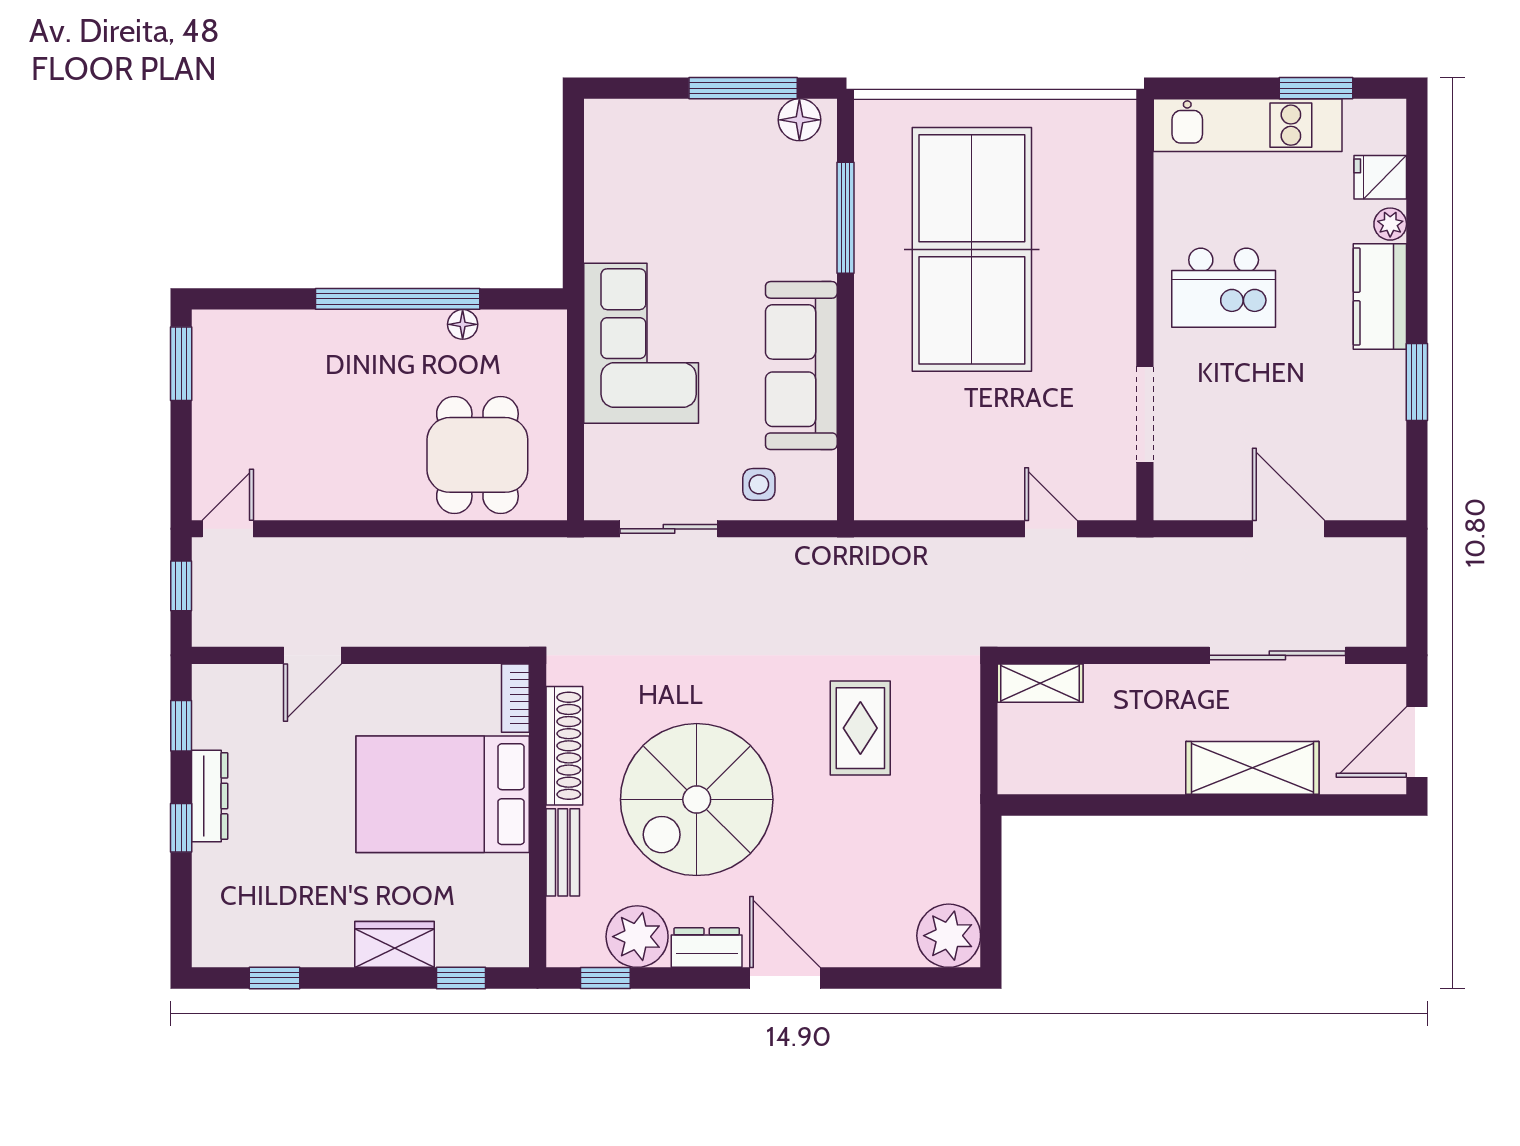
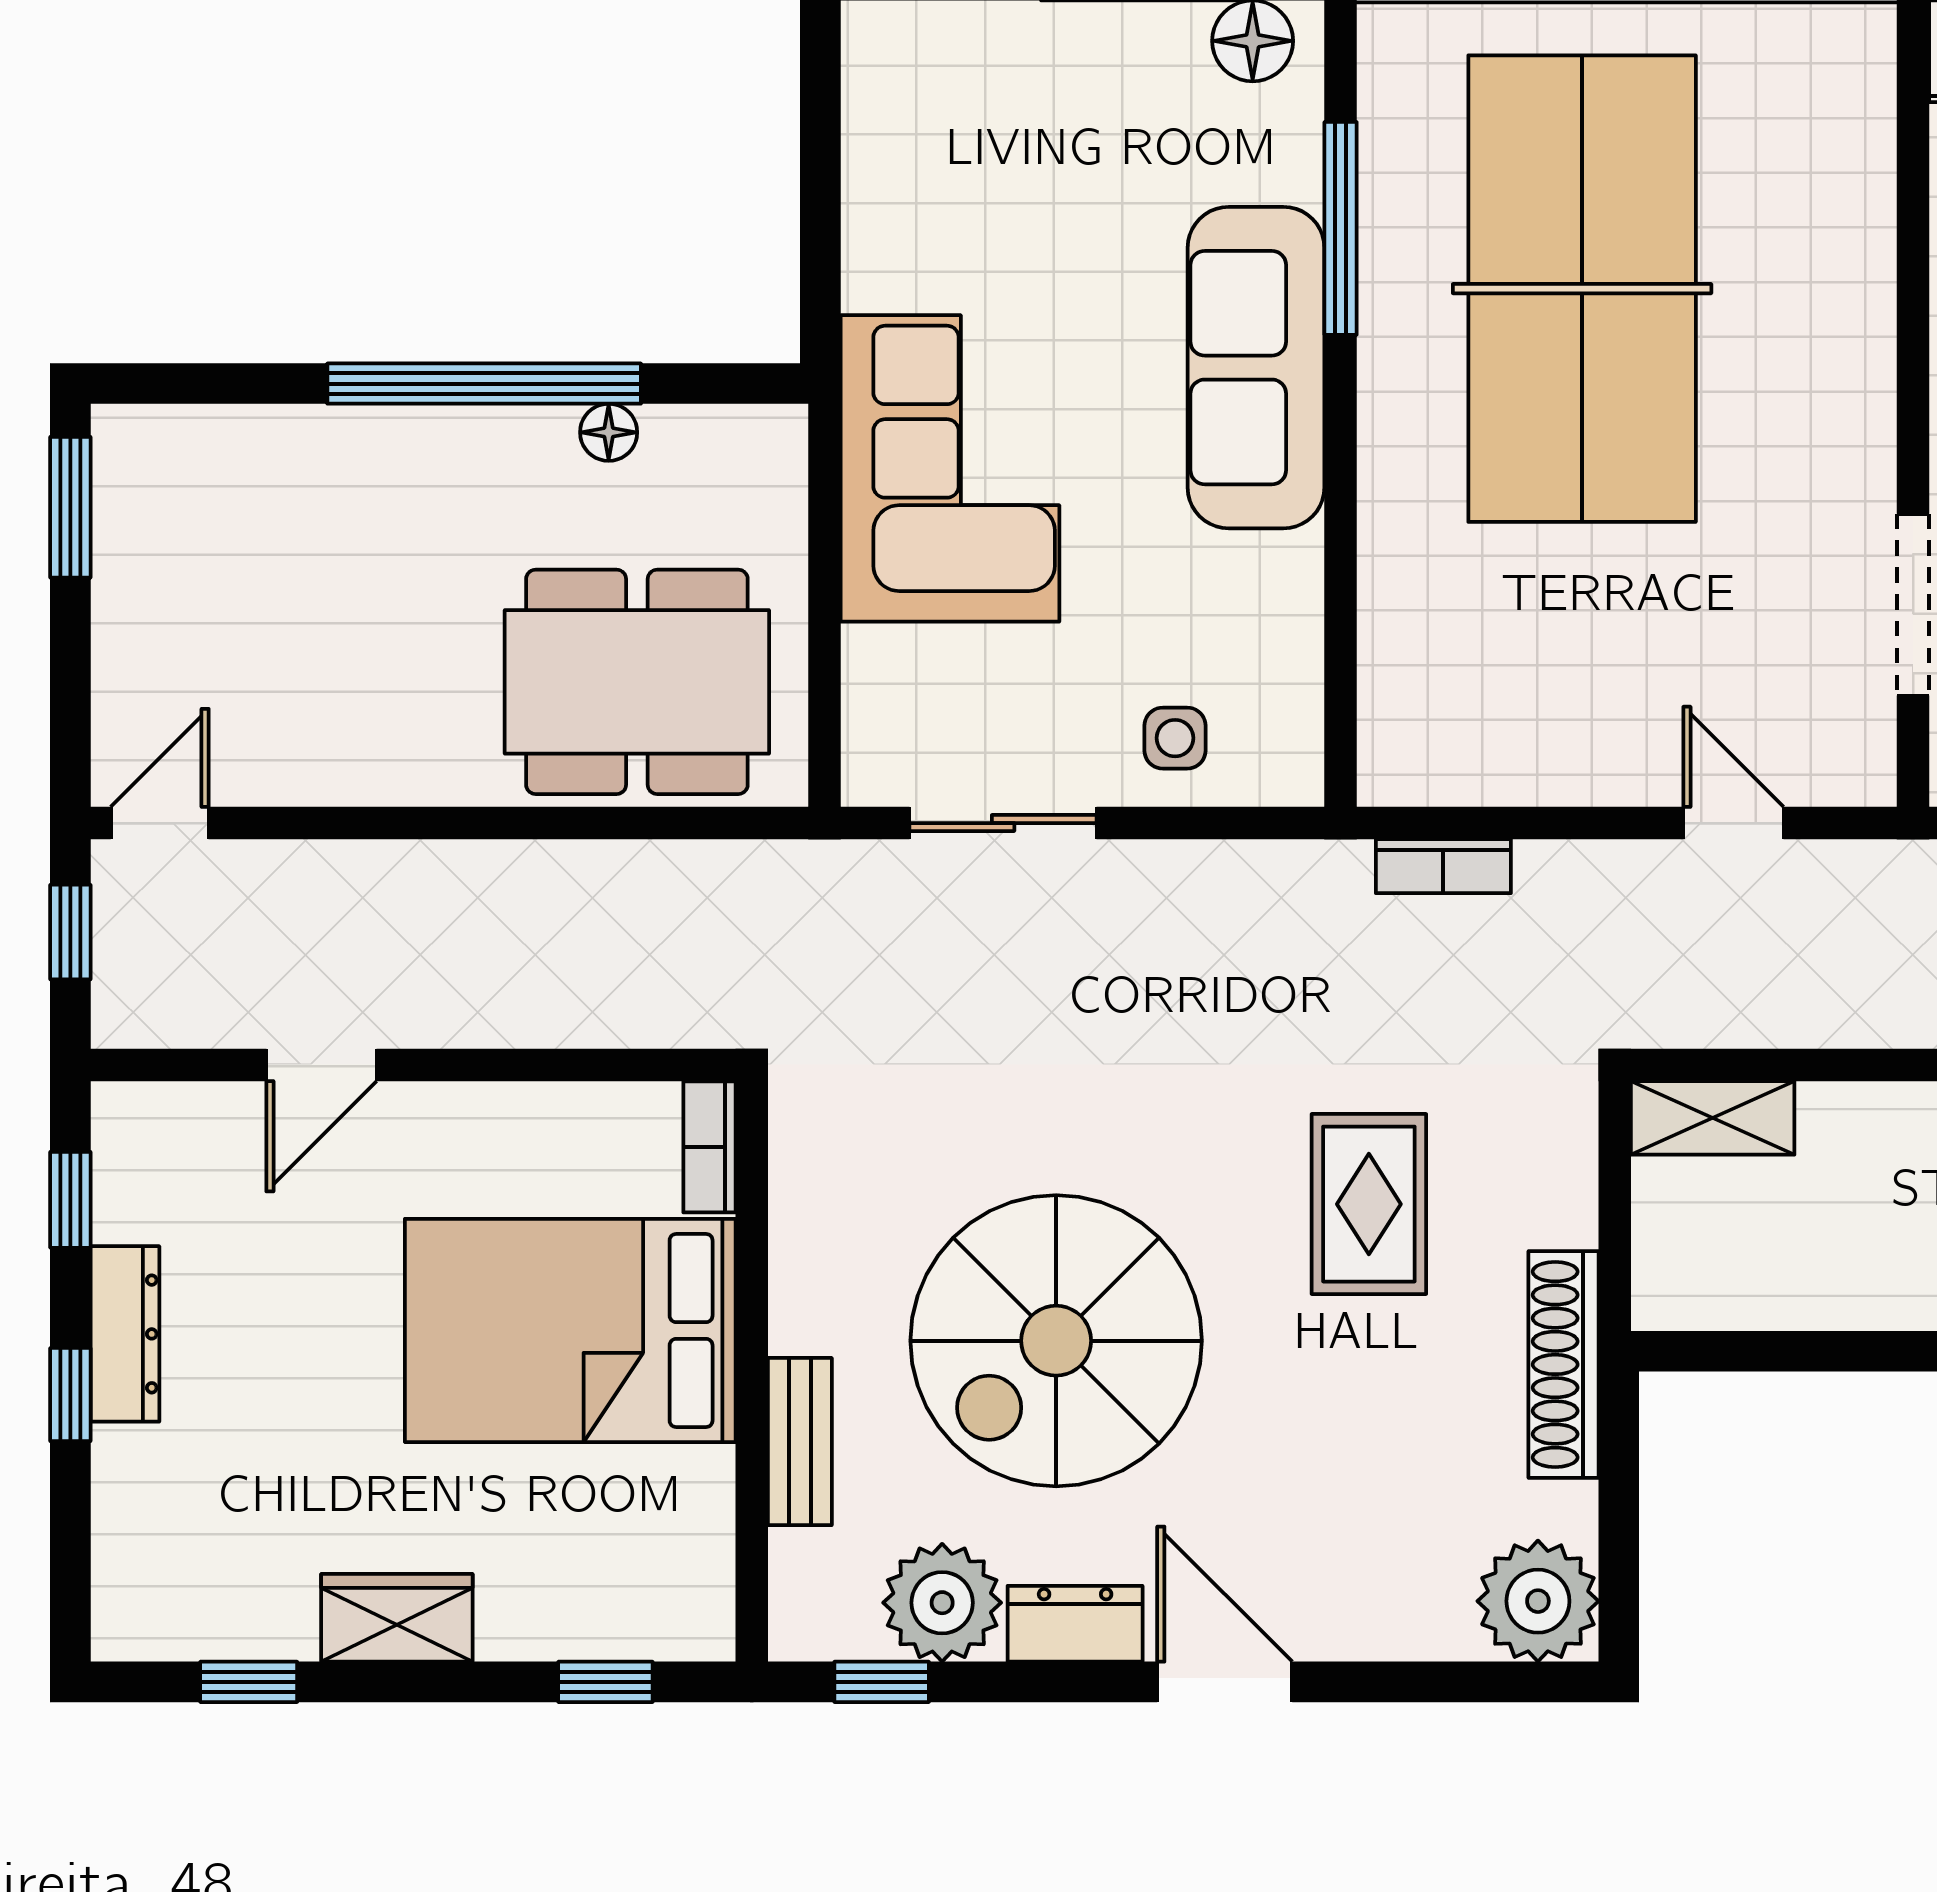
sofa: (801, 366) -> (1256, 368), moved
dining table: (477, 455) -> (637, 682), width x1.38
bookcase: (899, 551) -> (1443, 866), added
shoe rack: (564, 746) -> (1564, 1364), moved, turned 180
wardrobe: (394, 944) -> (397, 1618), moved

